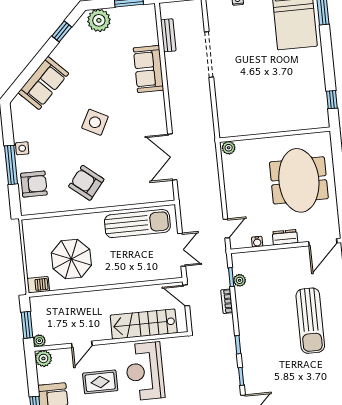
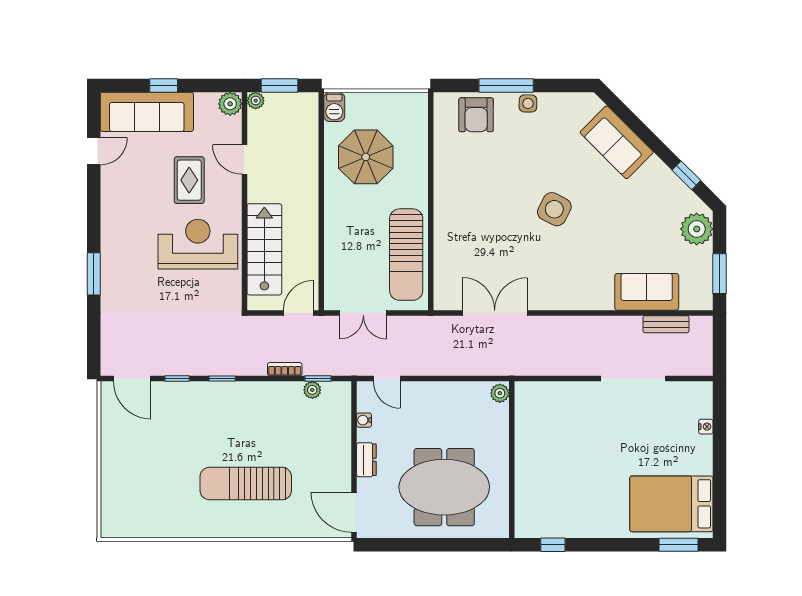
sofa: (149, 69) -> (647, 292), moved
armchair: (86, 183) -> (471, 189), removed

